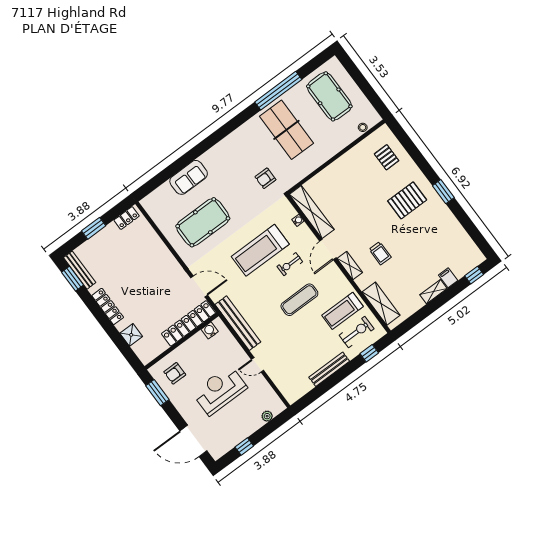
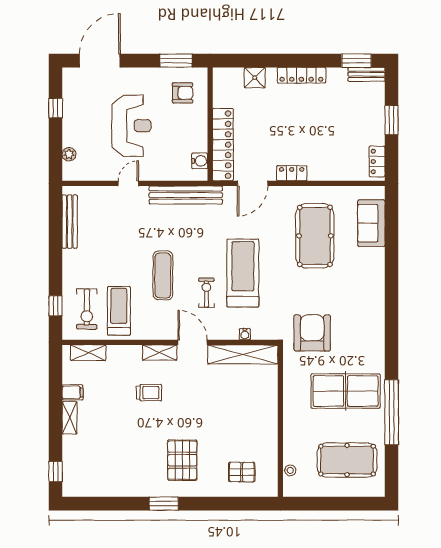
sofa: (189, 177) -> (371, 223), moved
armchair: (265, 178) -> (312, 333), width x1.88, depth x1.88
trolley: (380, 253) -> (149, 393), turned 180
locker: (174, 266) -> (292, 173), added
bench: (80, 270) -> (366, 74), width x0.73
filing cabinet: (448, 278) -> (73, 392), moved
shelving: (381, 304) -> (88, 353), width x0.67, depth x0.75
bench: (329, 369) -> (70, 222), moved
armchair: (175, 373) -> (183, 93), turned 90

